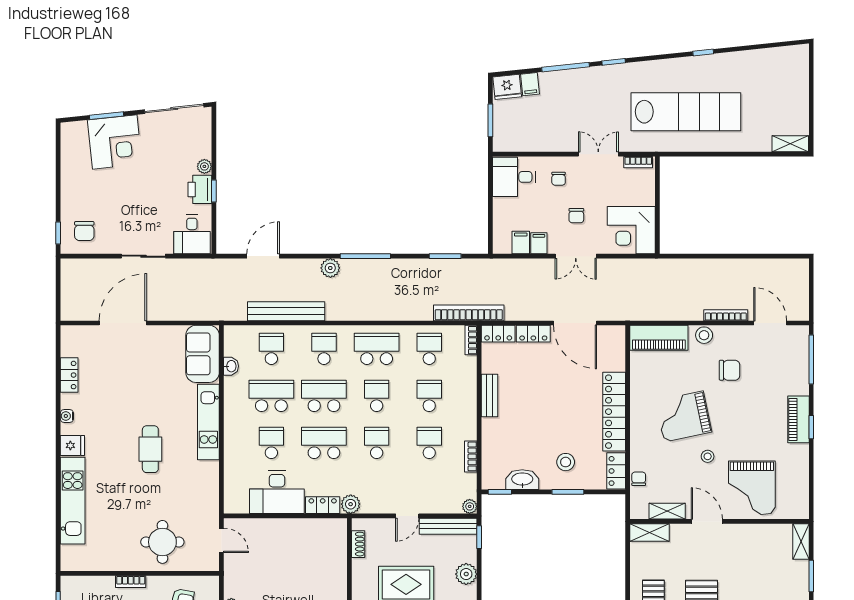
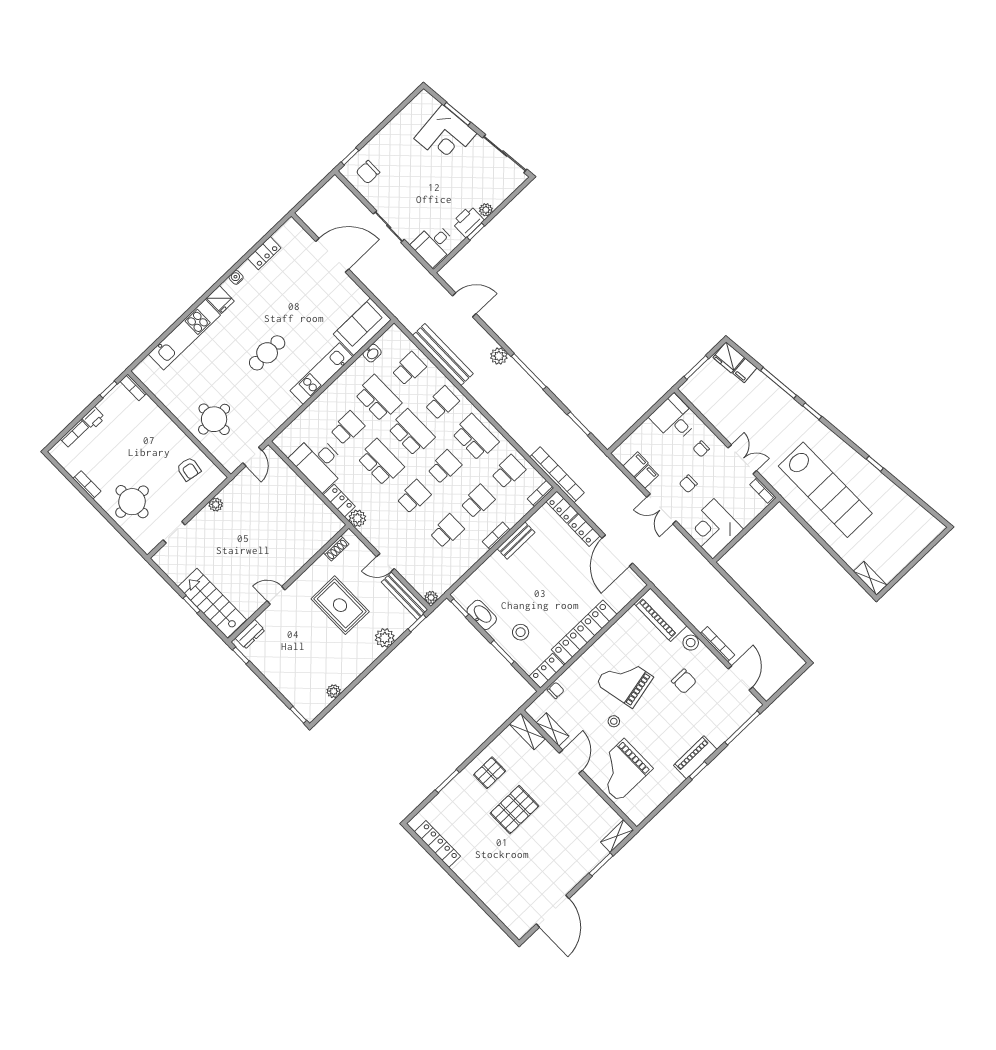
bookcase: (471, 456) -> (496, 536), moved
bookcase: (131, 582) -> (133, 387), moved

